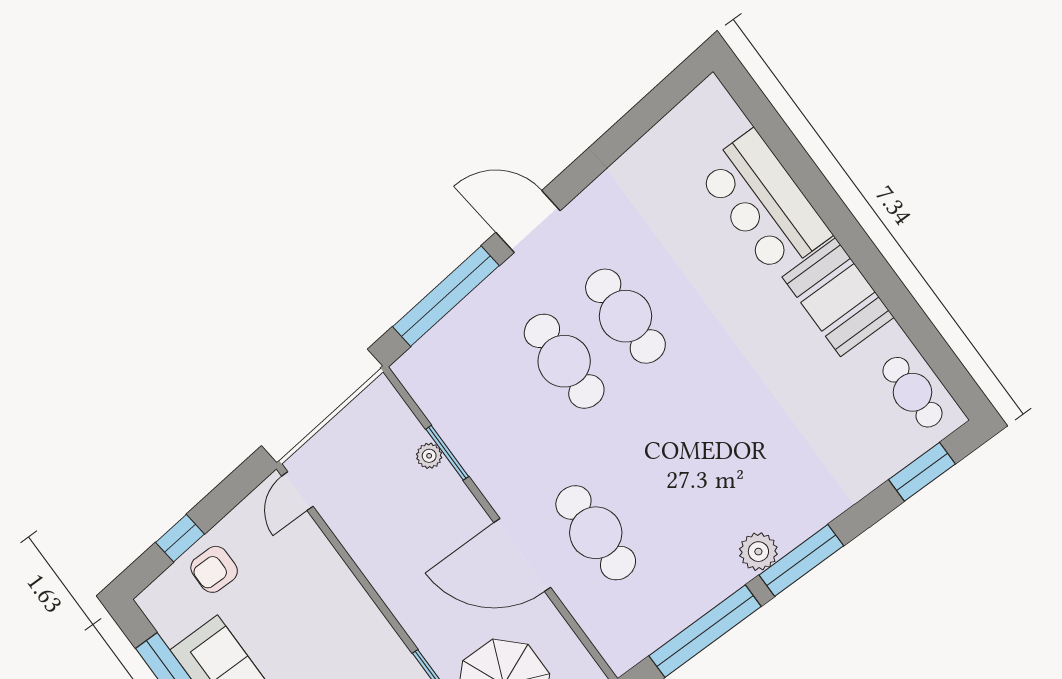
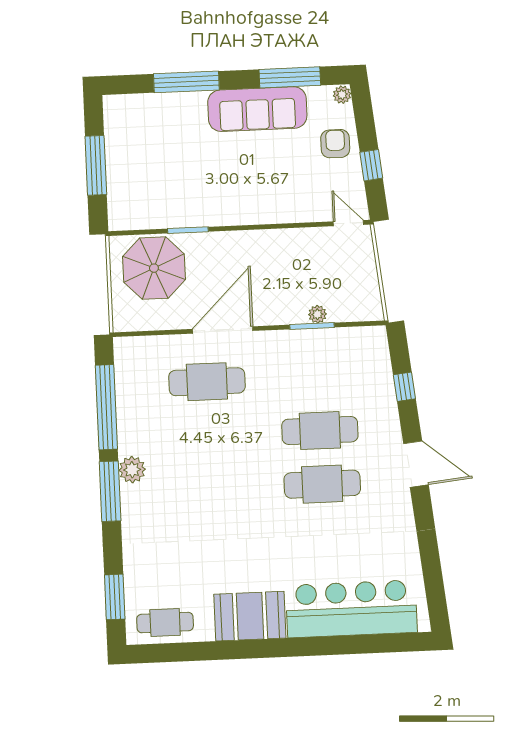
bar counter: (764, 203) -> (351, 609), width x1.36
door: (528, 221) -> (416, 464), hinge flipped
window: (446, 296) -> (404, 387), width x0.32
window: (180, 538) -> (371, 165), moved
plant: (151, 600) -> (342, 95), added

